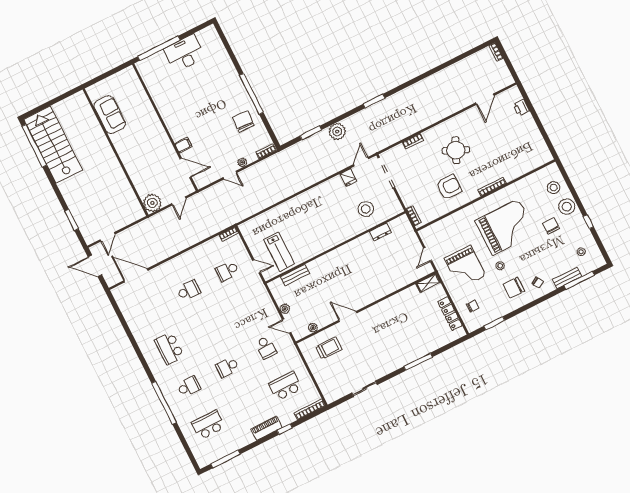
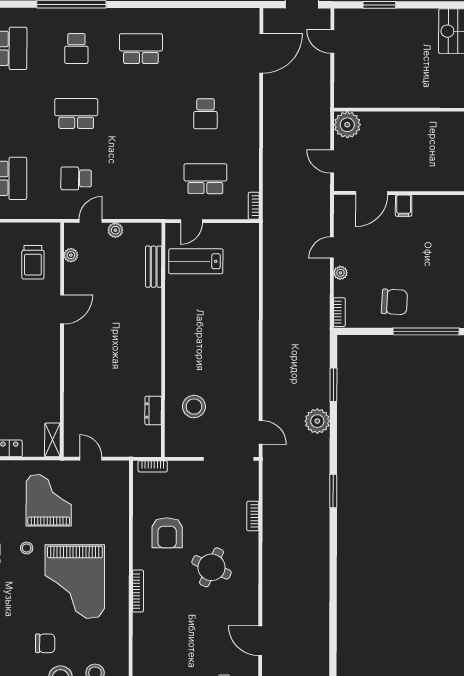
fridge: (348, 177) -> (248, 405), removed
grand piano: (465, 267) -> (49, 500), turned 90
school desk: (227, 271) -> (205, 179), width x1.85
school desk: (227, 367) -> (76, 113), width x1.85

